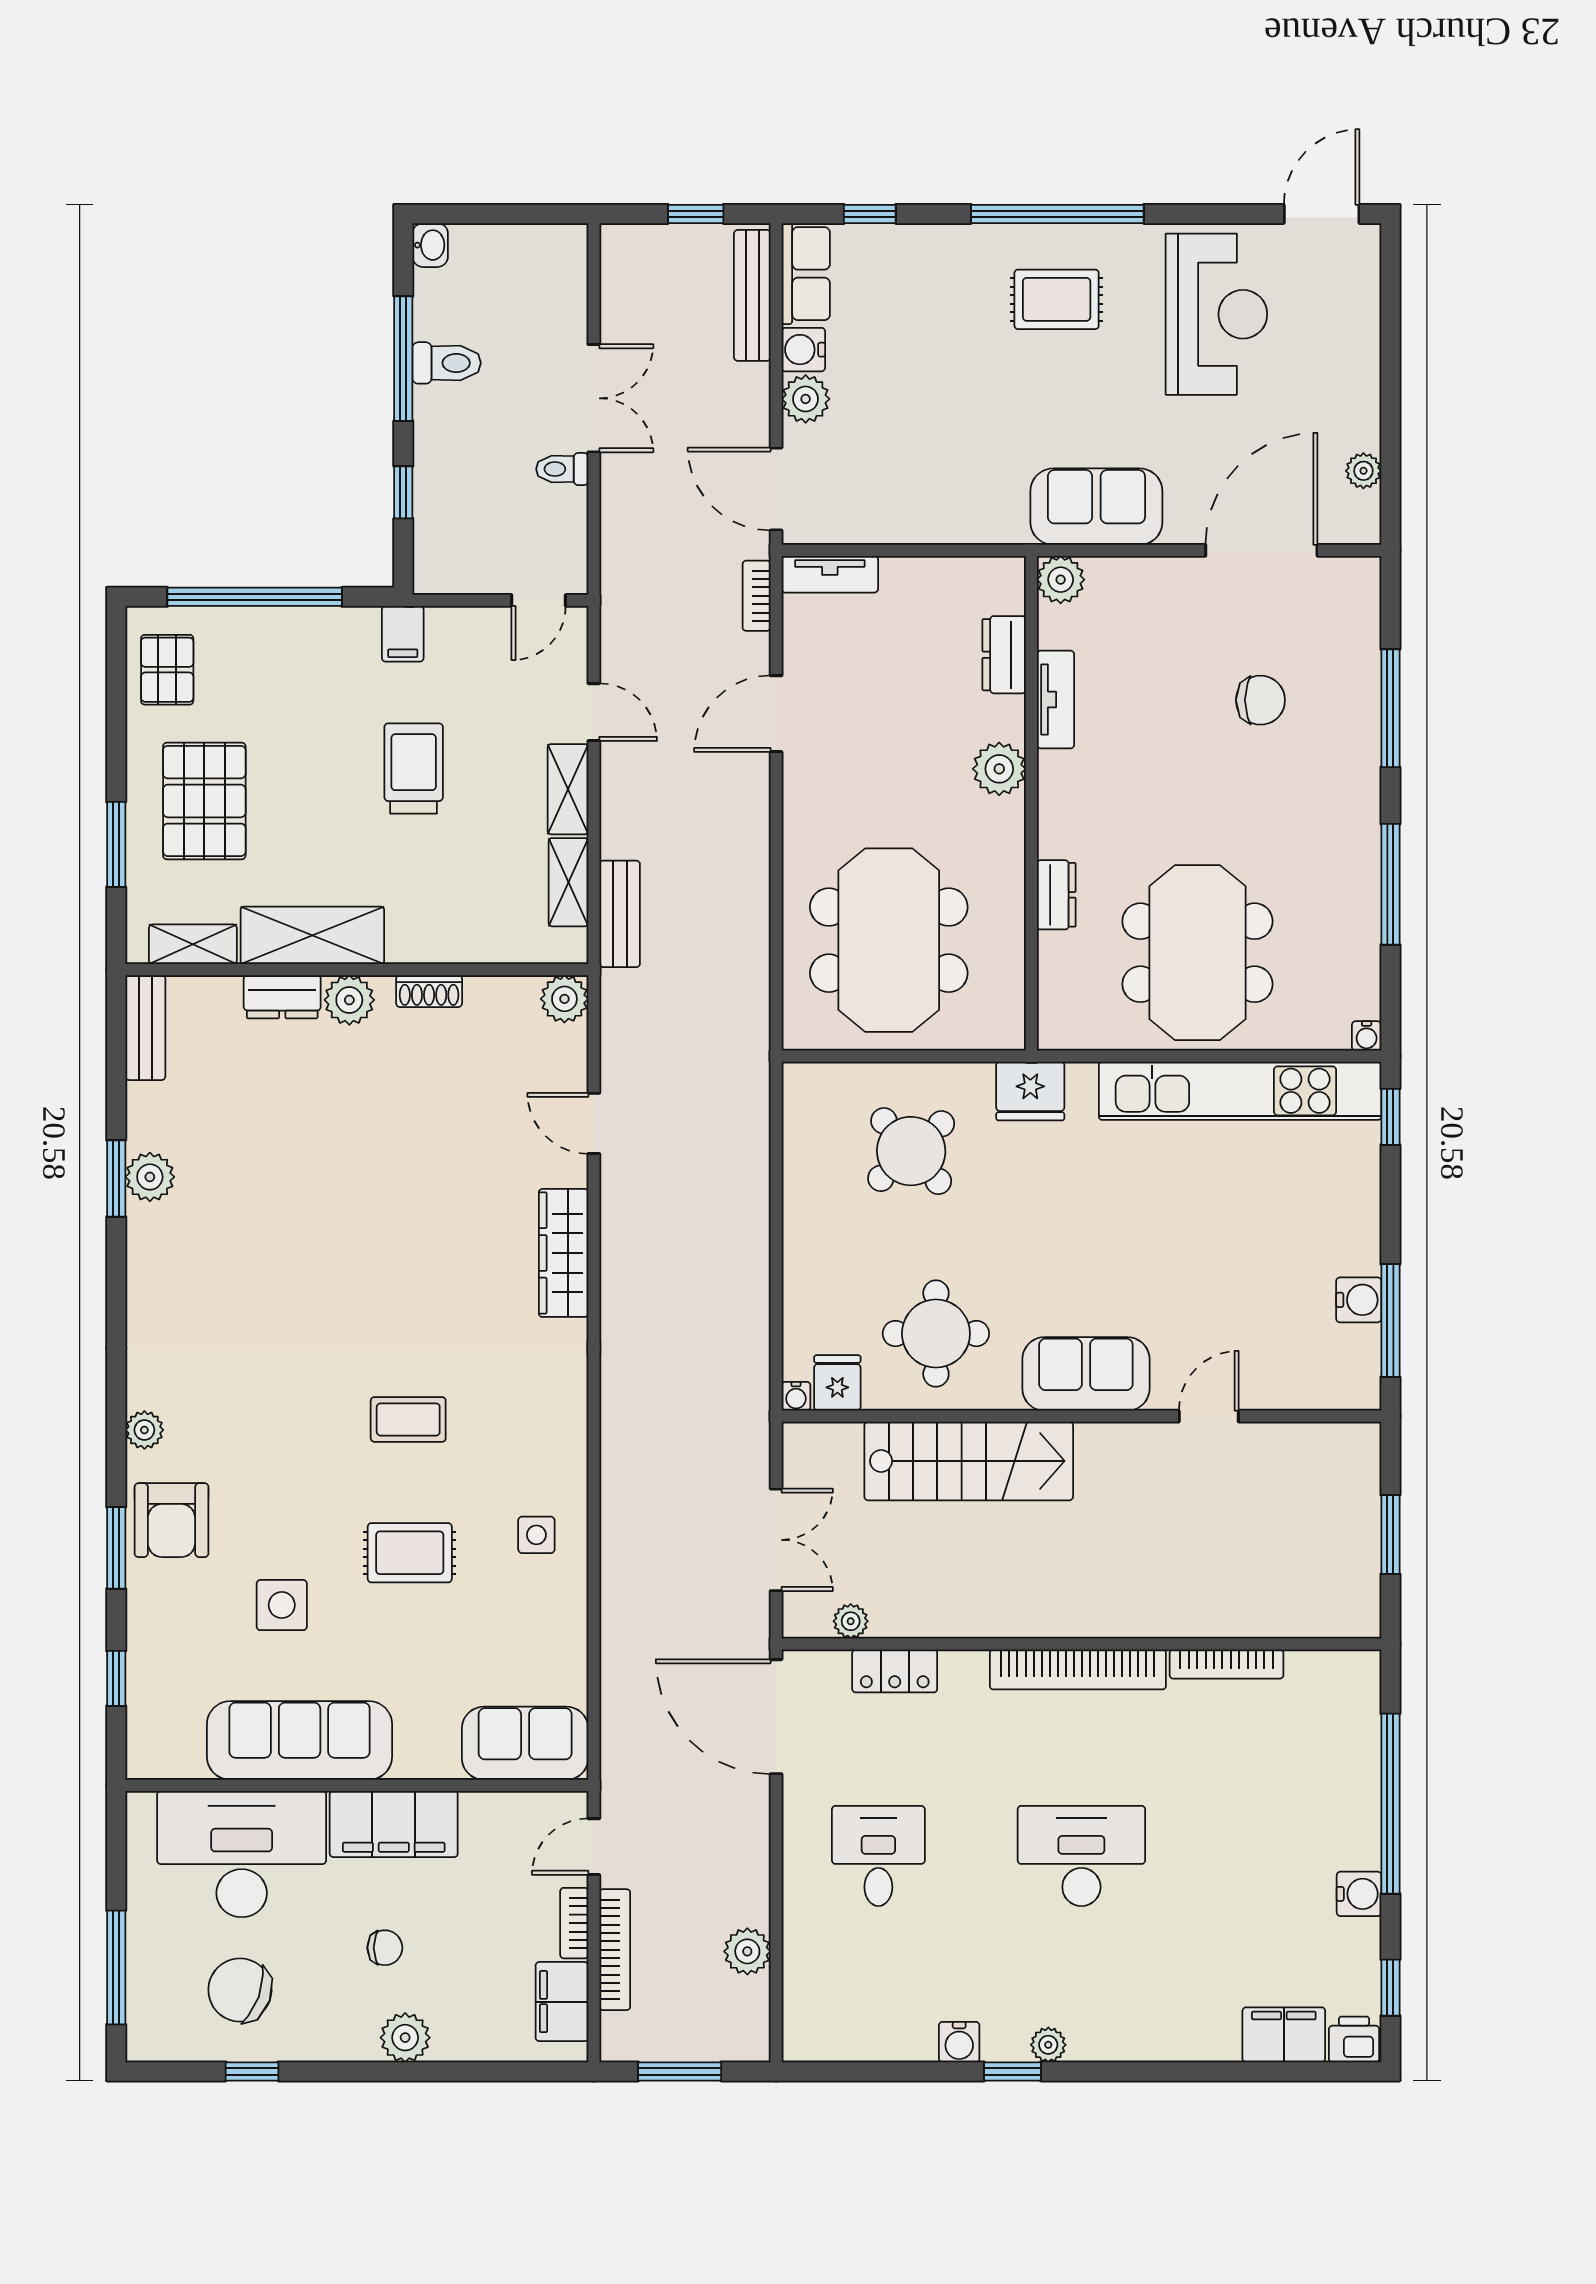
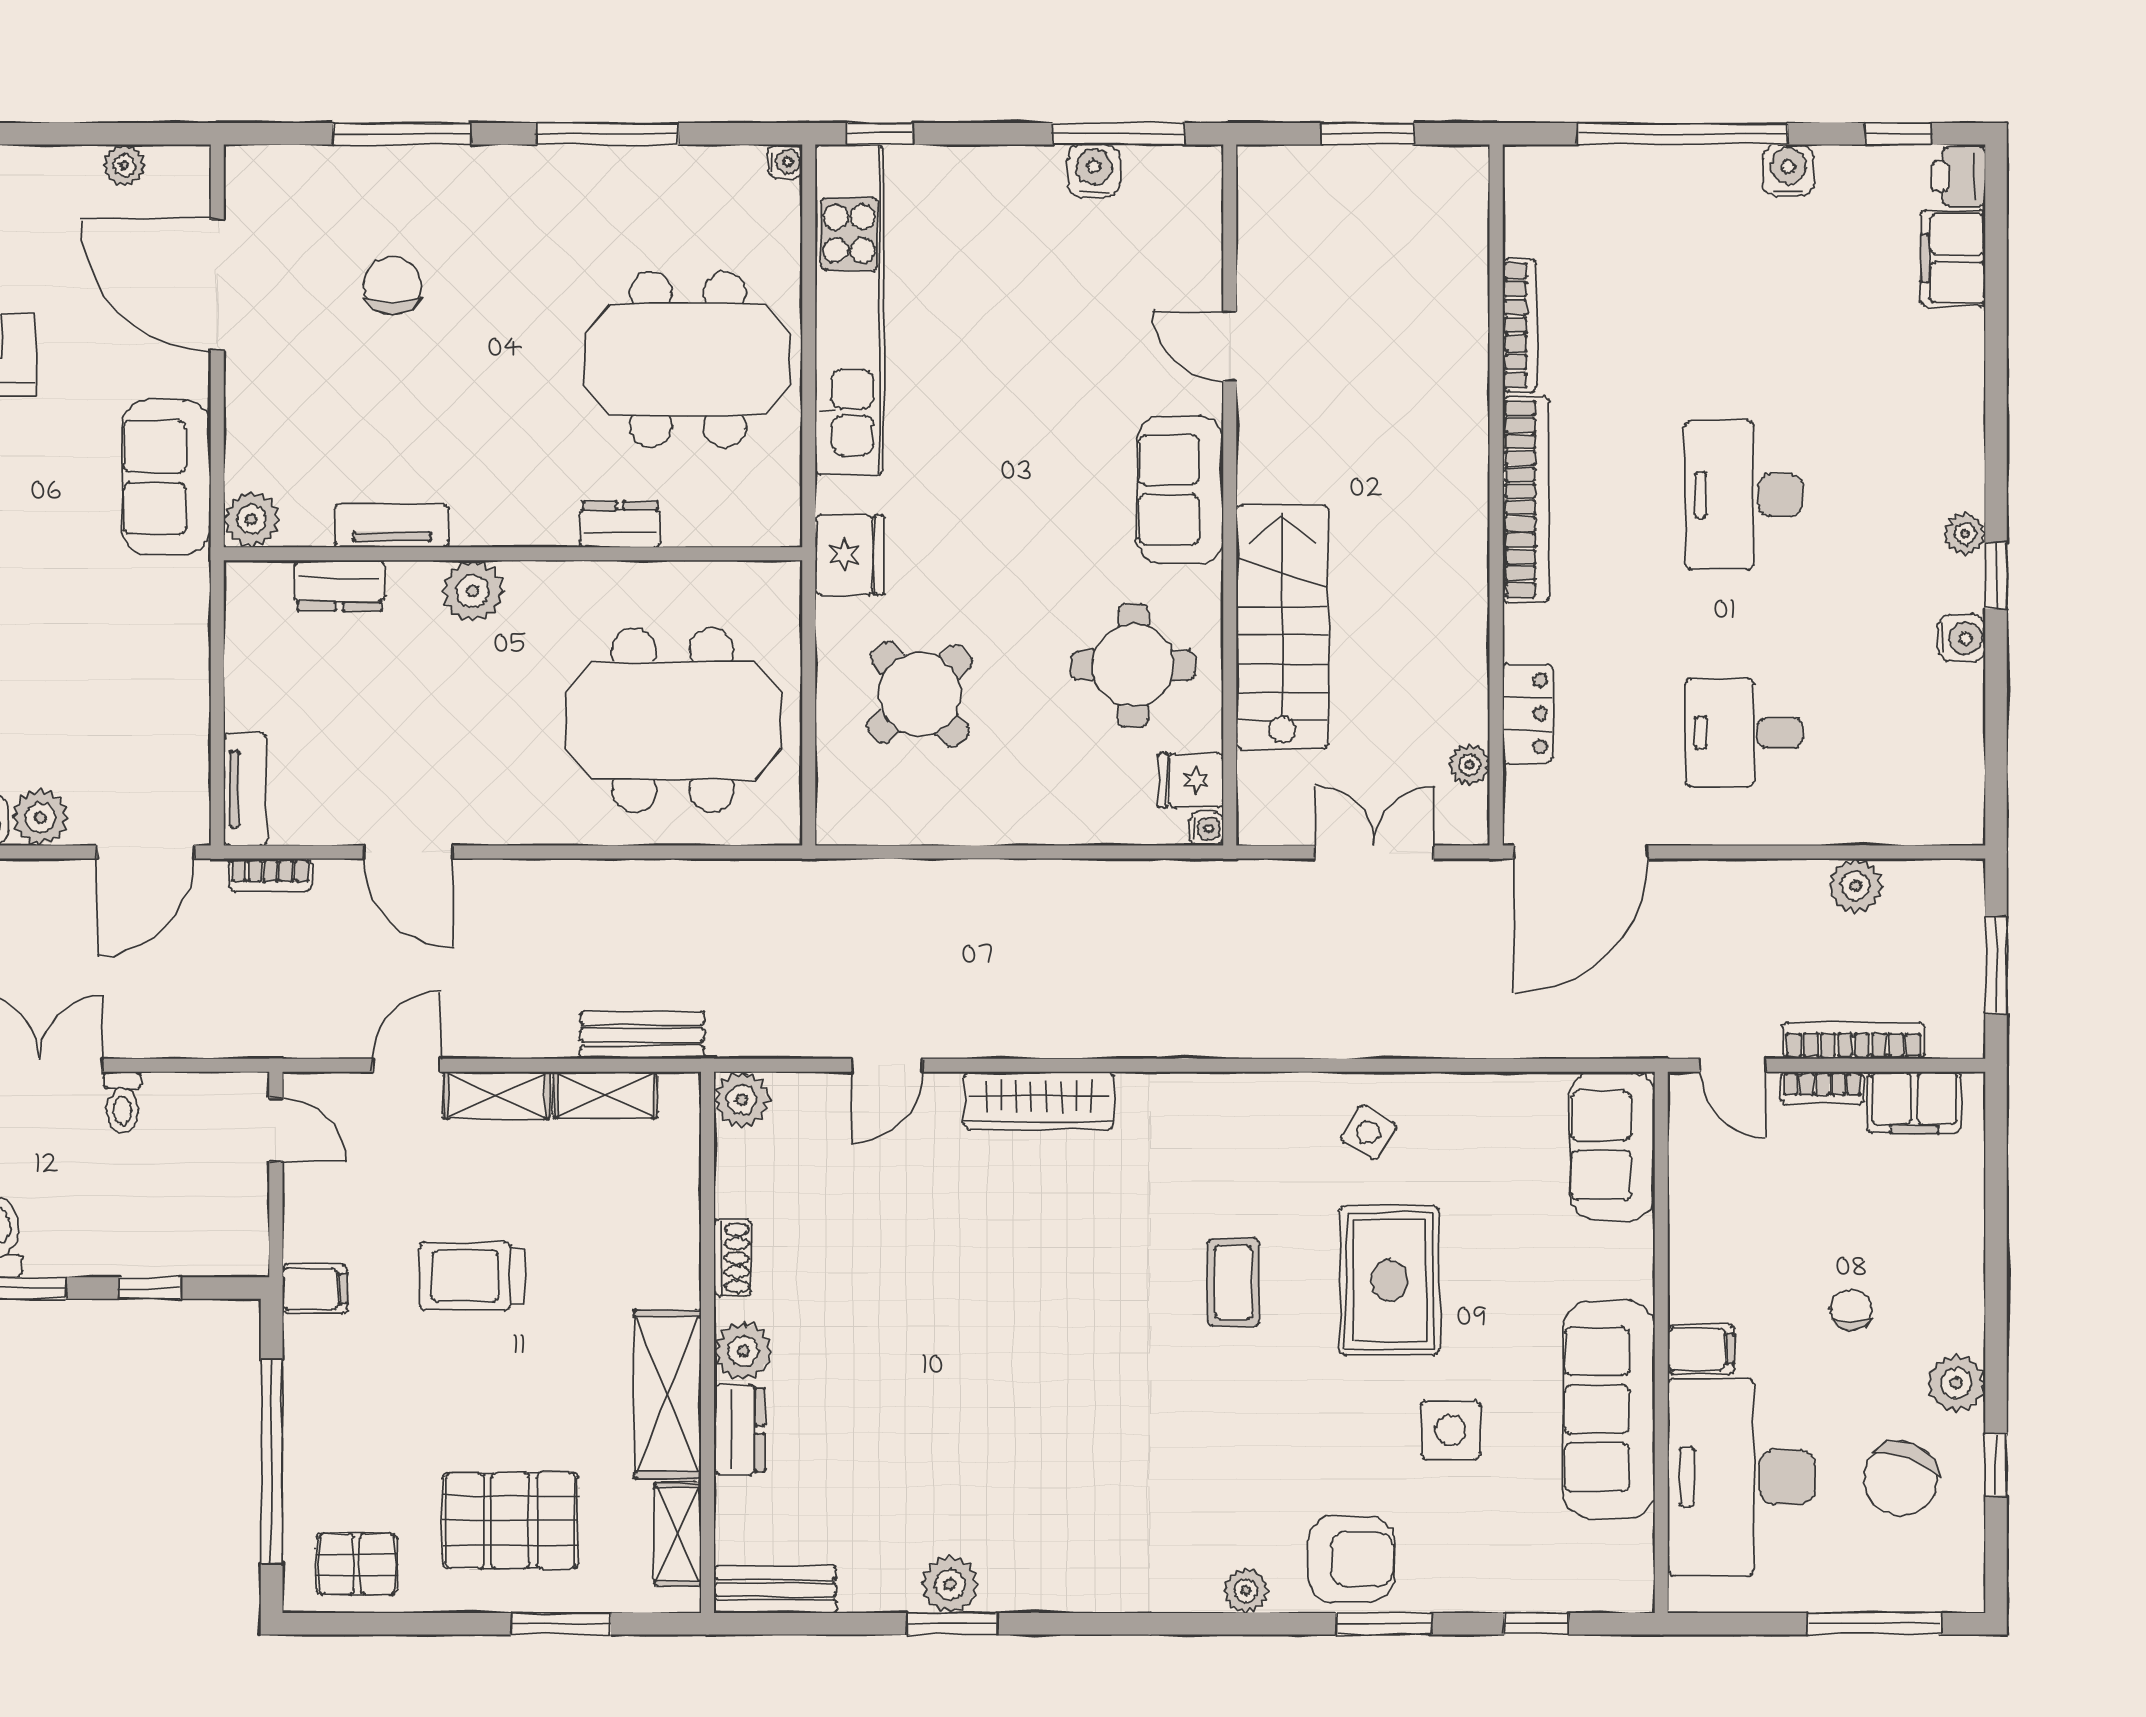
side table: (536, 1535) -> (1368, 1132), turned 31
rug: (410, 1553) -> (1389, 1280), width x1.36, depth x1.43
filing cabinet: (394, 1824) -> (1701, 1349), width x0.33, depth x0.86
plant: (405, 2038) -> (1956, 1383), moved

